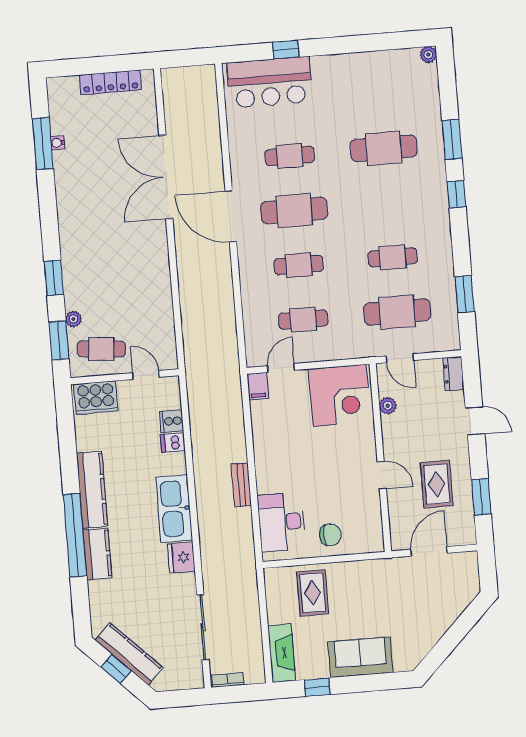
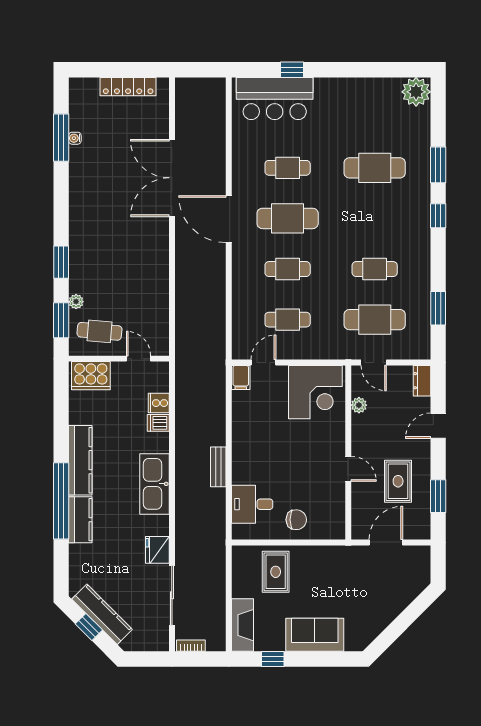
plant: (428, 55) -> (416, 92), width x1.88, depth x1.88
door: (475, 421) -> (438, 426), swing flipped
desk: (281, 522) -> (252, 504), width x0.73
fridge: (181, 557) -> (157, 550), moved

